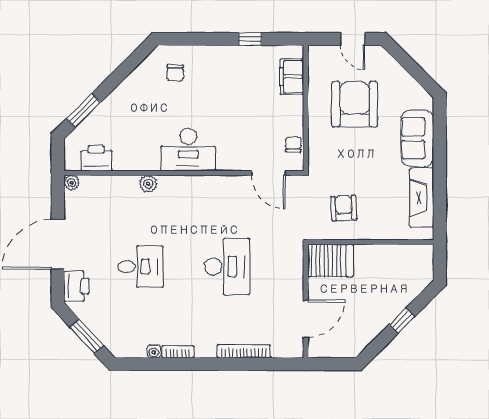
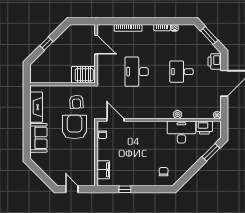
armchair: (355, 104) -> (75, 127), moved, turned 180
desk: (188, 150) -> (181, 132), moved
door: (306, 319) -> (96, 45), swing flipped

